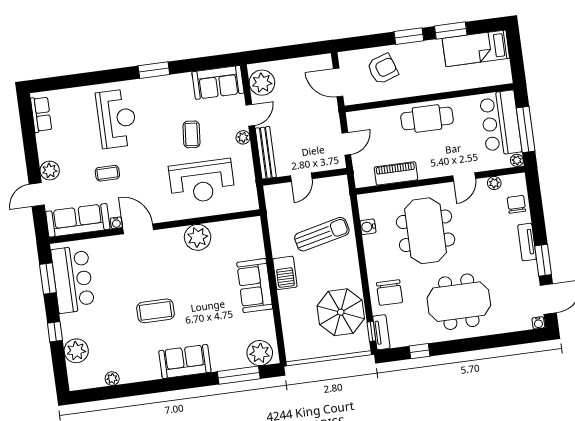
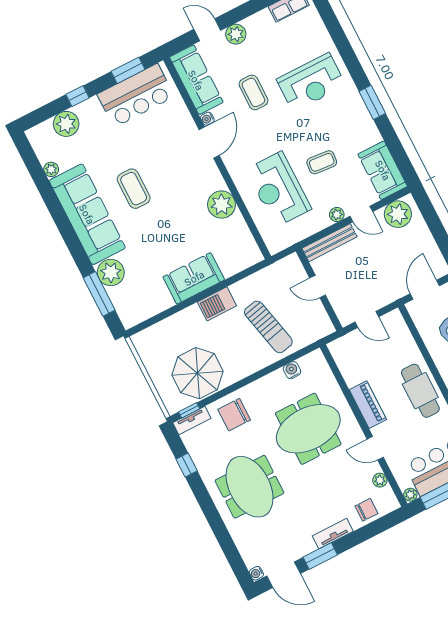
coffee table: (107, 173) -> (253, 92), width x1.36, depth x1.30
piano: (396, 173) -> (368, 405), moved
plant: (260, 353) -> (111, 273), moved
sofa: (185, 361) -> (87, 214), width x1.85, depth x1.27

